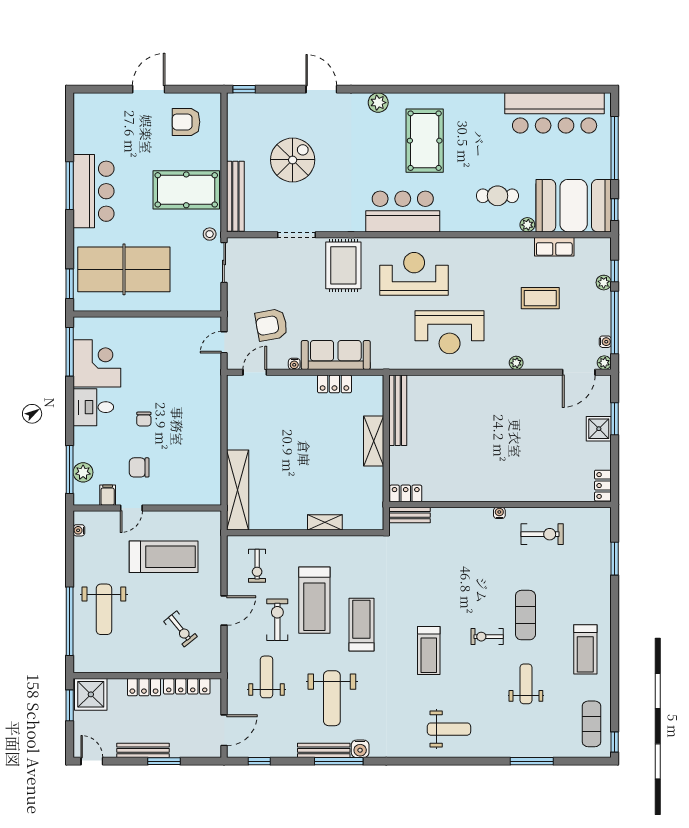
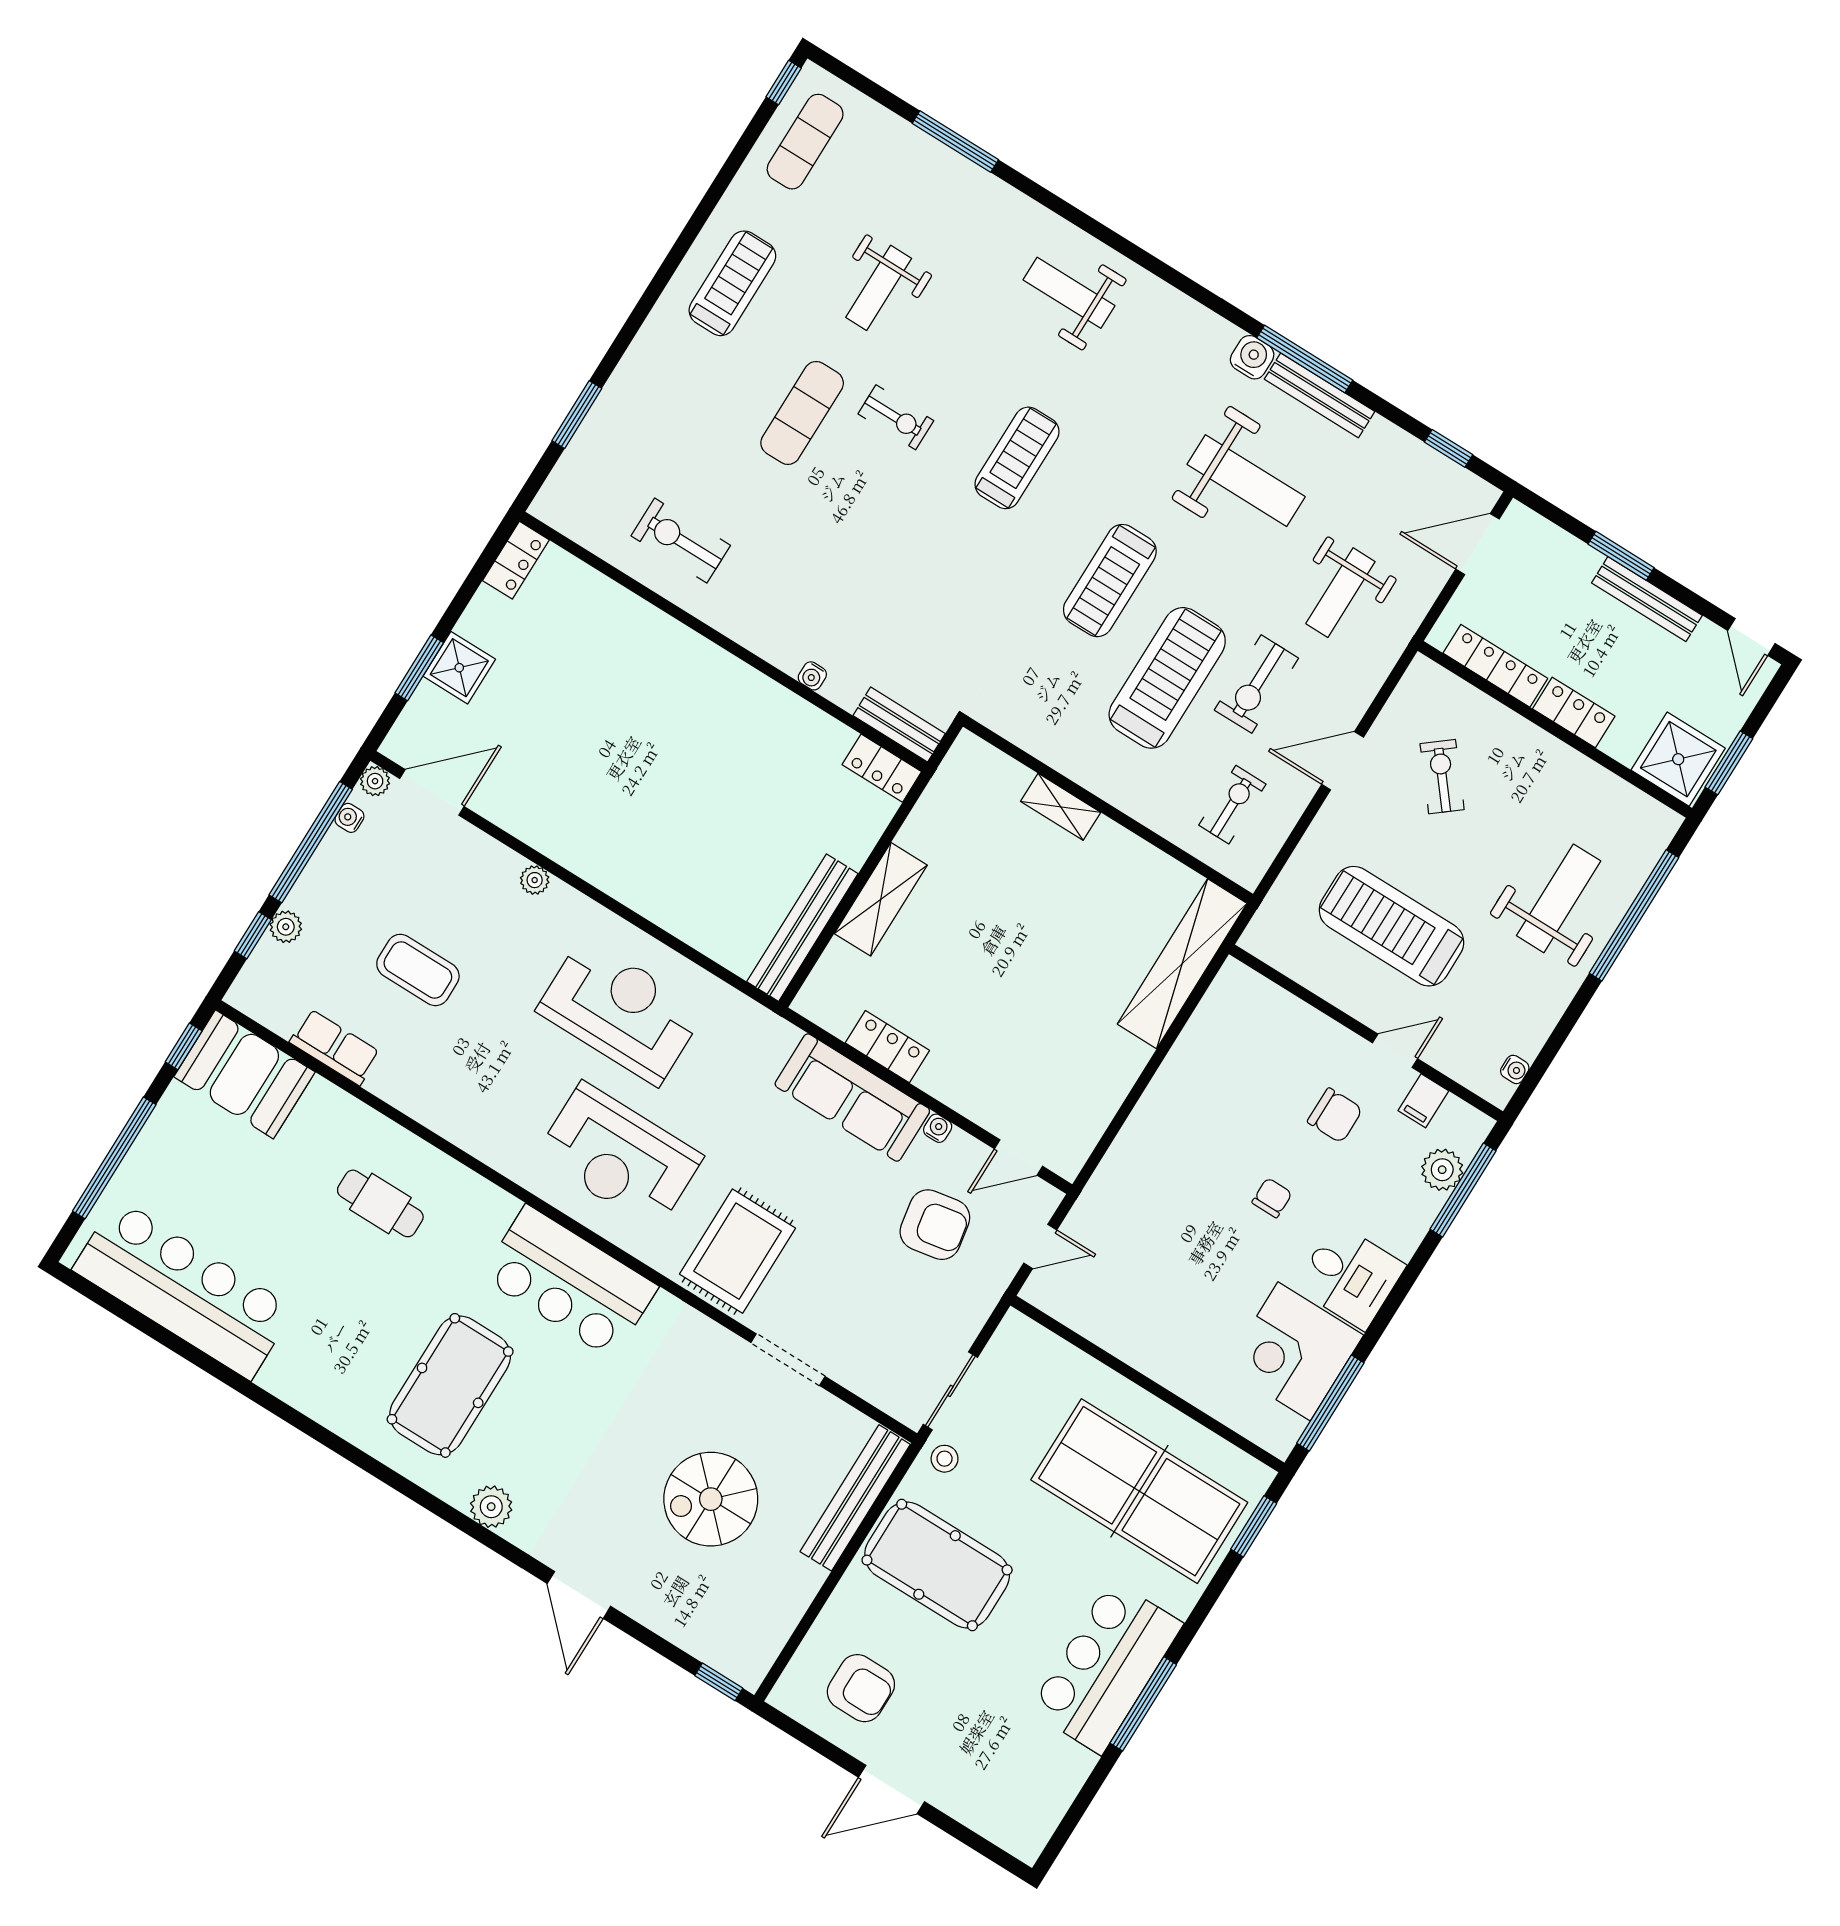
booth: (574, 206) -> (244, 1074), width x0.73, depth x0.70
plant: (527, 225) -> (359, 1117), removed
water cooler: (499, 513) -> (812, 676), moved
weight bench: (332, 698) -> (1246, 481), turned 90

